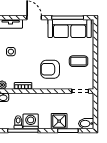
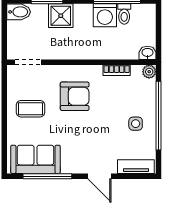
sofa: (70, 29) -> (35, 159), width x0.73

